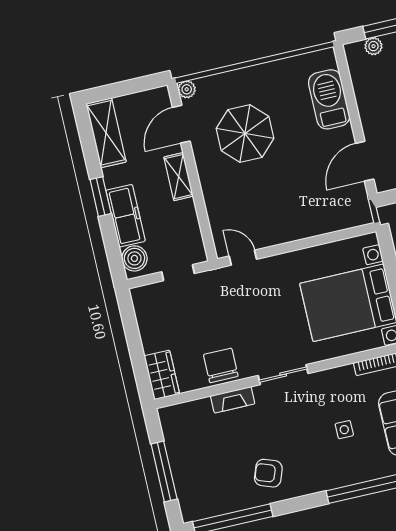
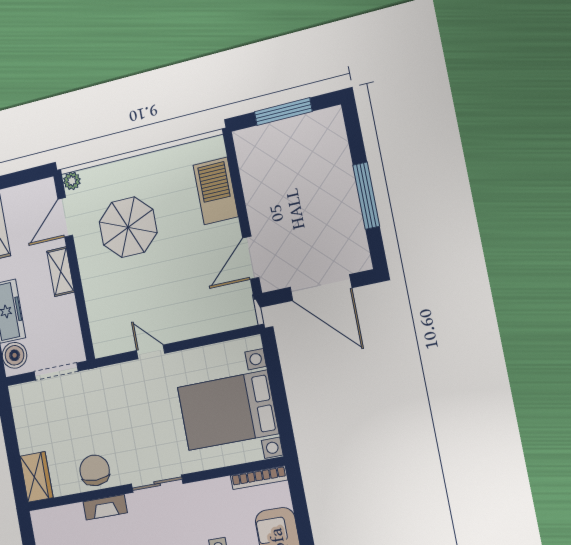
plant: (373, 46) -> (265, 133), removed
door: (243, 258) -> (151, 352), moved
doorway: (178, 273) -> (56, 371), width x1.38

